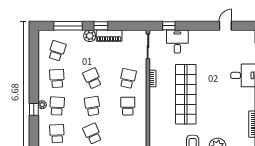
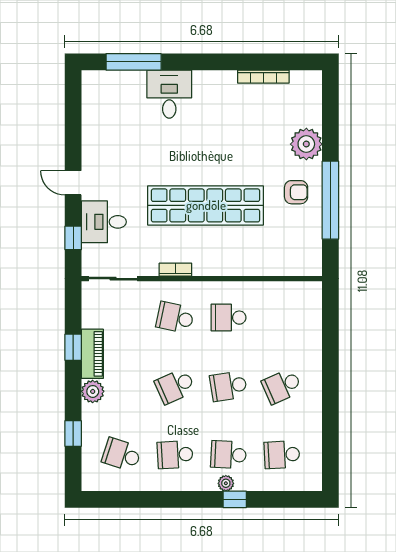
window: (68, 26) -> (73, 433), width x0.46
window: (101, 26) -> (73, 347), moved
door: (225, 26) -> (73, 183), moved

